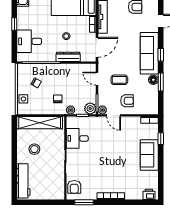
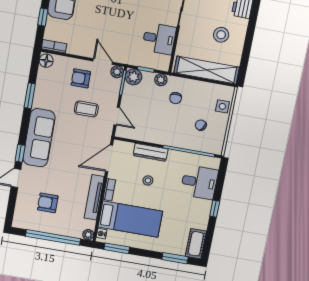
window: (161, 55) -> (20, 153), moved
floor lamp: (153, 80) -> (46, 61), moved

